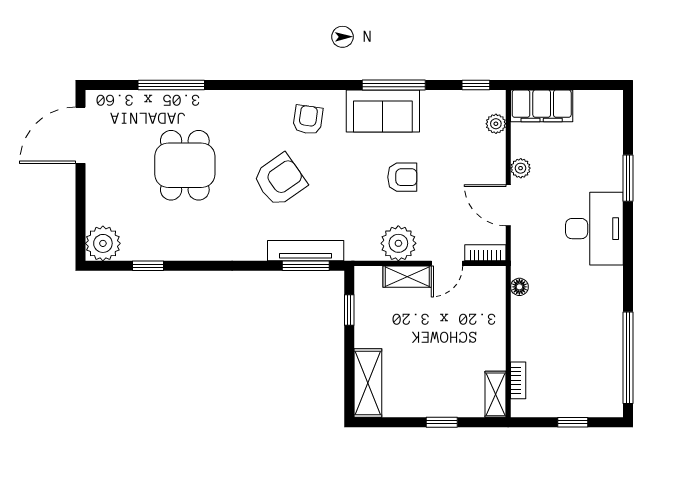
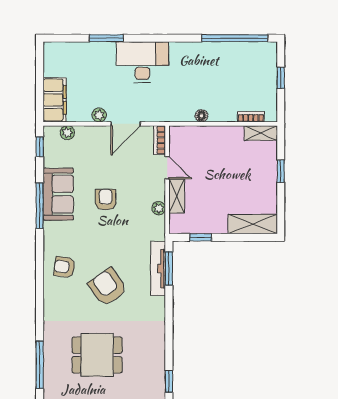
sofa: (383, 111) -> (58, 194), moved
plant: (398, 243) -> (159, 208), width x0.53, depth x0.53
floor lamp: (519, 287) -> (201, 116), moved

